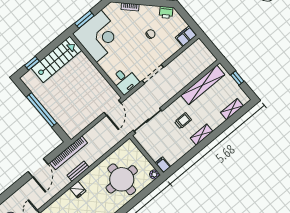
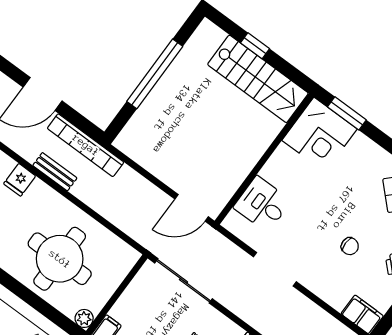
corner desk: (99, 36) -> (320, 135), width x0.74, depth x0.74
window: (32, 63) -> (255, 46), moved
desk: (125, 81) -> (262, 204), moved, turned 90

